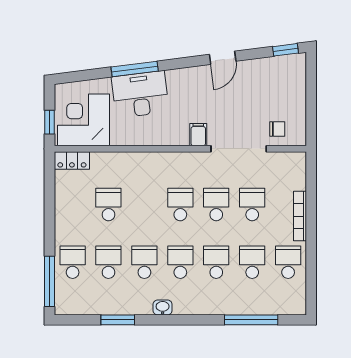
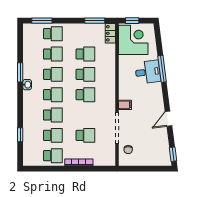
door: (223, 58) -> (168, 119), hinge flipped
desk: (140, 94) -> (148, 72), width x0.73
window: (50, 188) -> (95, 21), added
school desk: (216, 205) -> (85, 74), moved
window: (50, 281) -> (42, 21), width x0.69
window: (118, 320) -> (20, 72), moved
window: (251, 320) -> (20, 135), width x0.46

